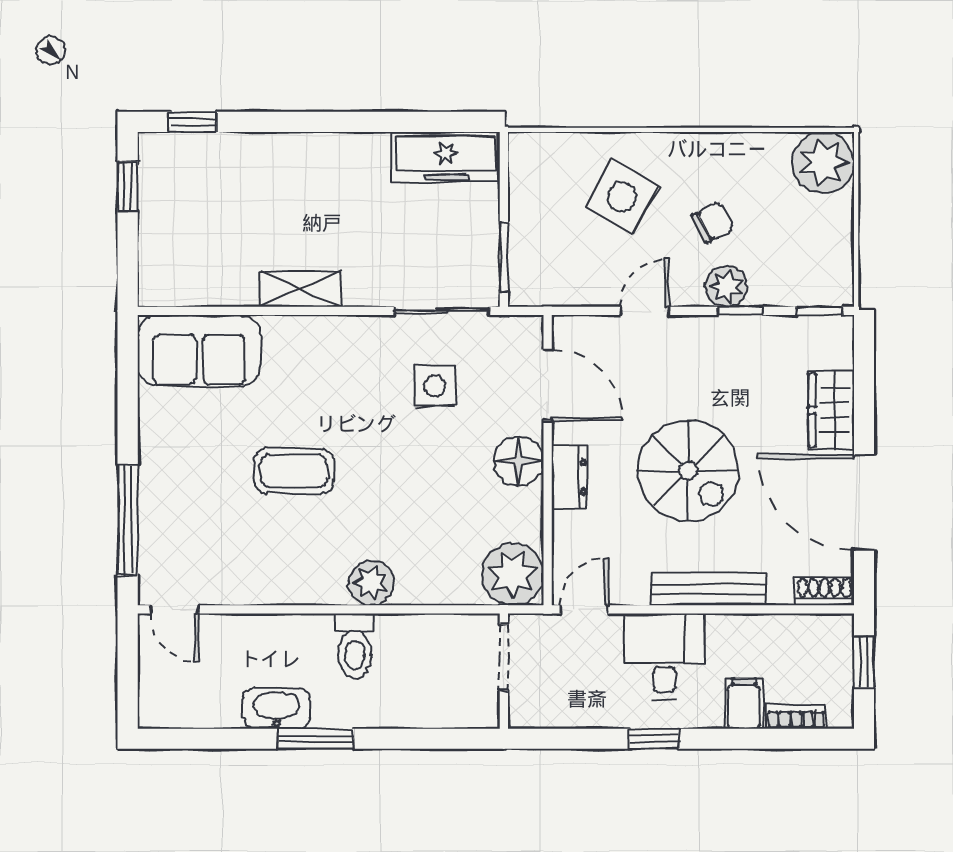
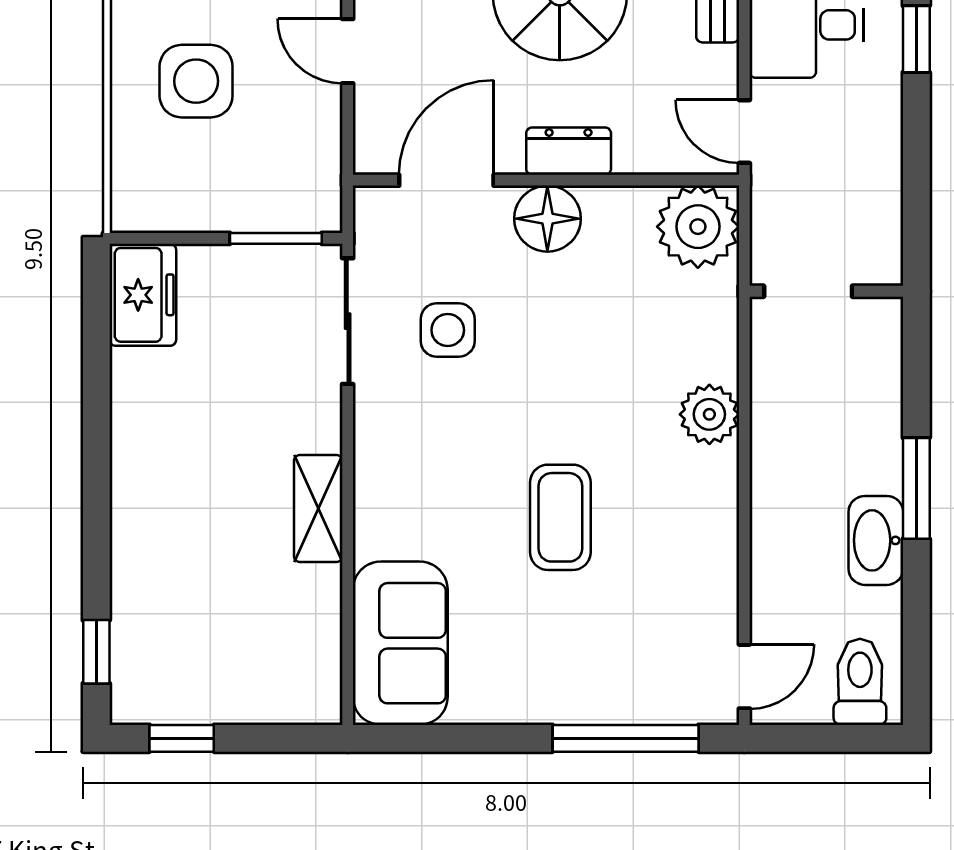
freezer: (446, 157) -> (143, 295), width x0.71
side table: (622, 197) -> (196, 81), turned -30
toilet: (355, 646) -> (860, 682), moved, turned -90
doorway: (504, 657) -> (808, 291), moved
wall: (504, 671) -> (826, 291), moved

